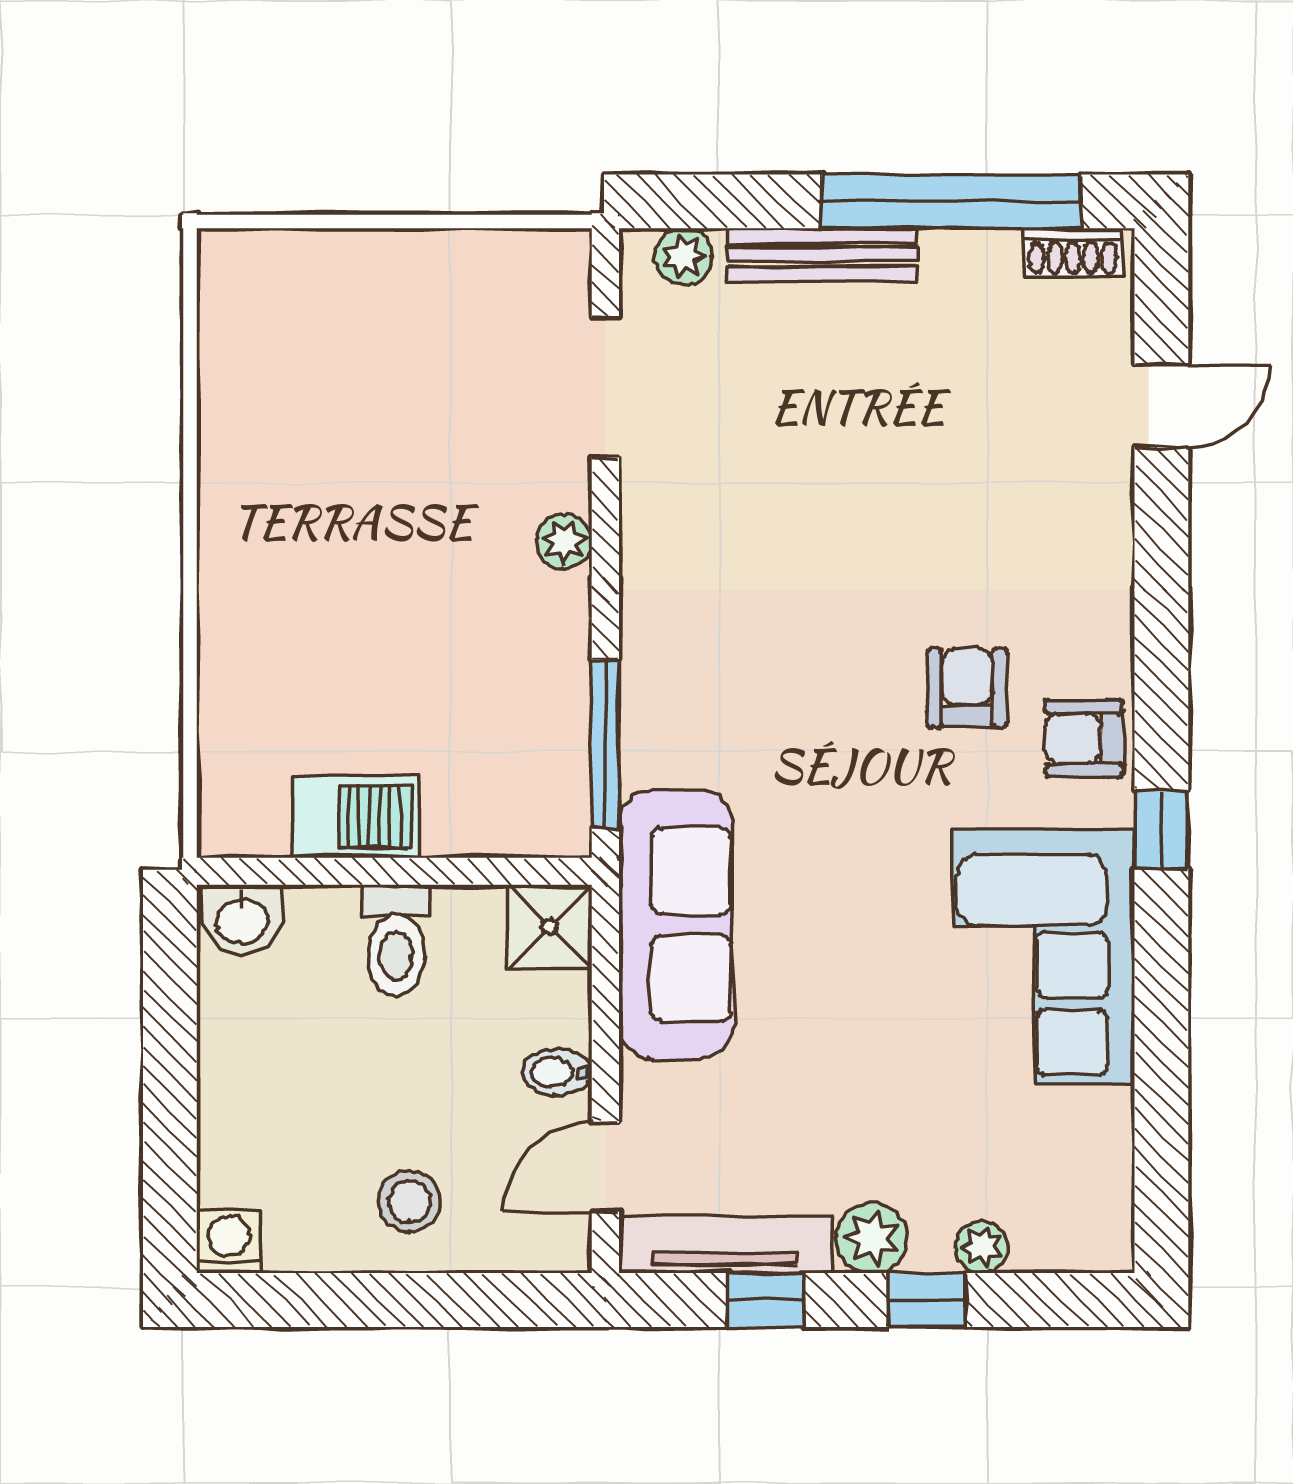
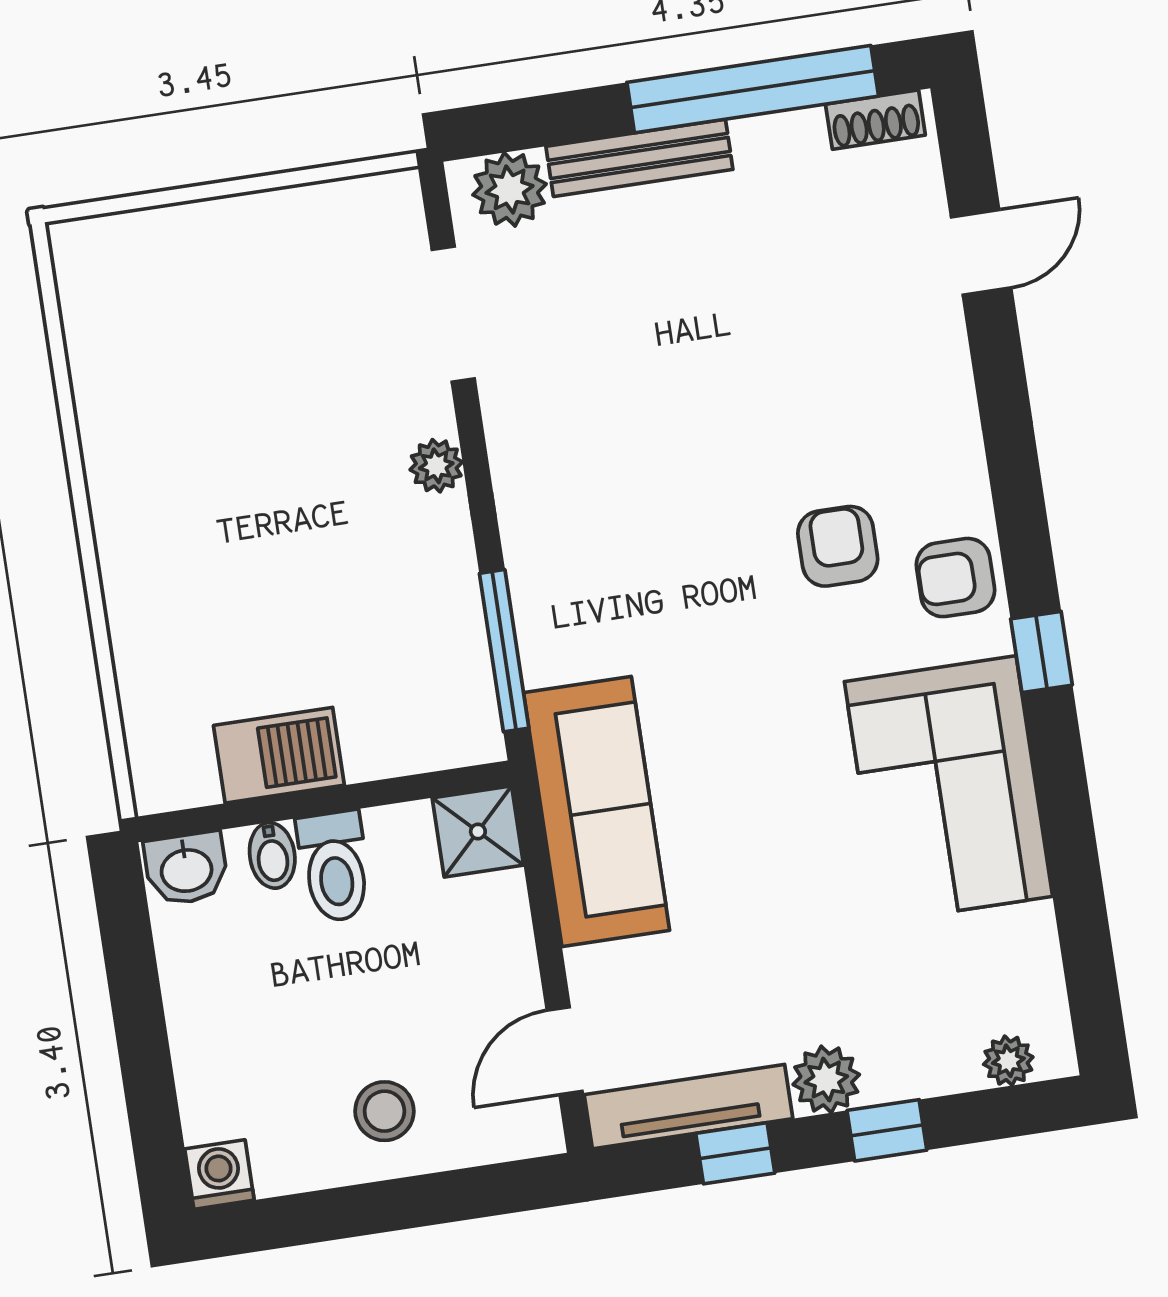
plant: (683, 256) -> (510, 189), width x1.38, depth x1.38
bidet: (557, 1072) -> (272, 855), moved, turned -90
plant: (982, 1247) -> (1008, 1061), moved

